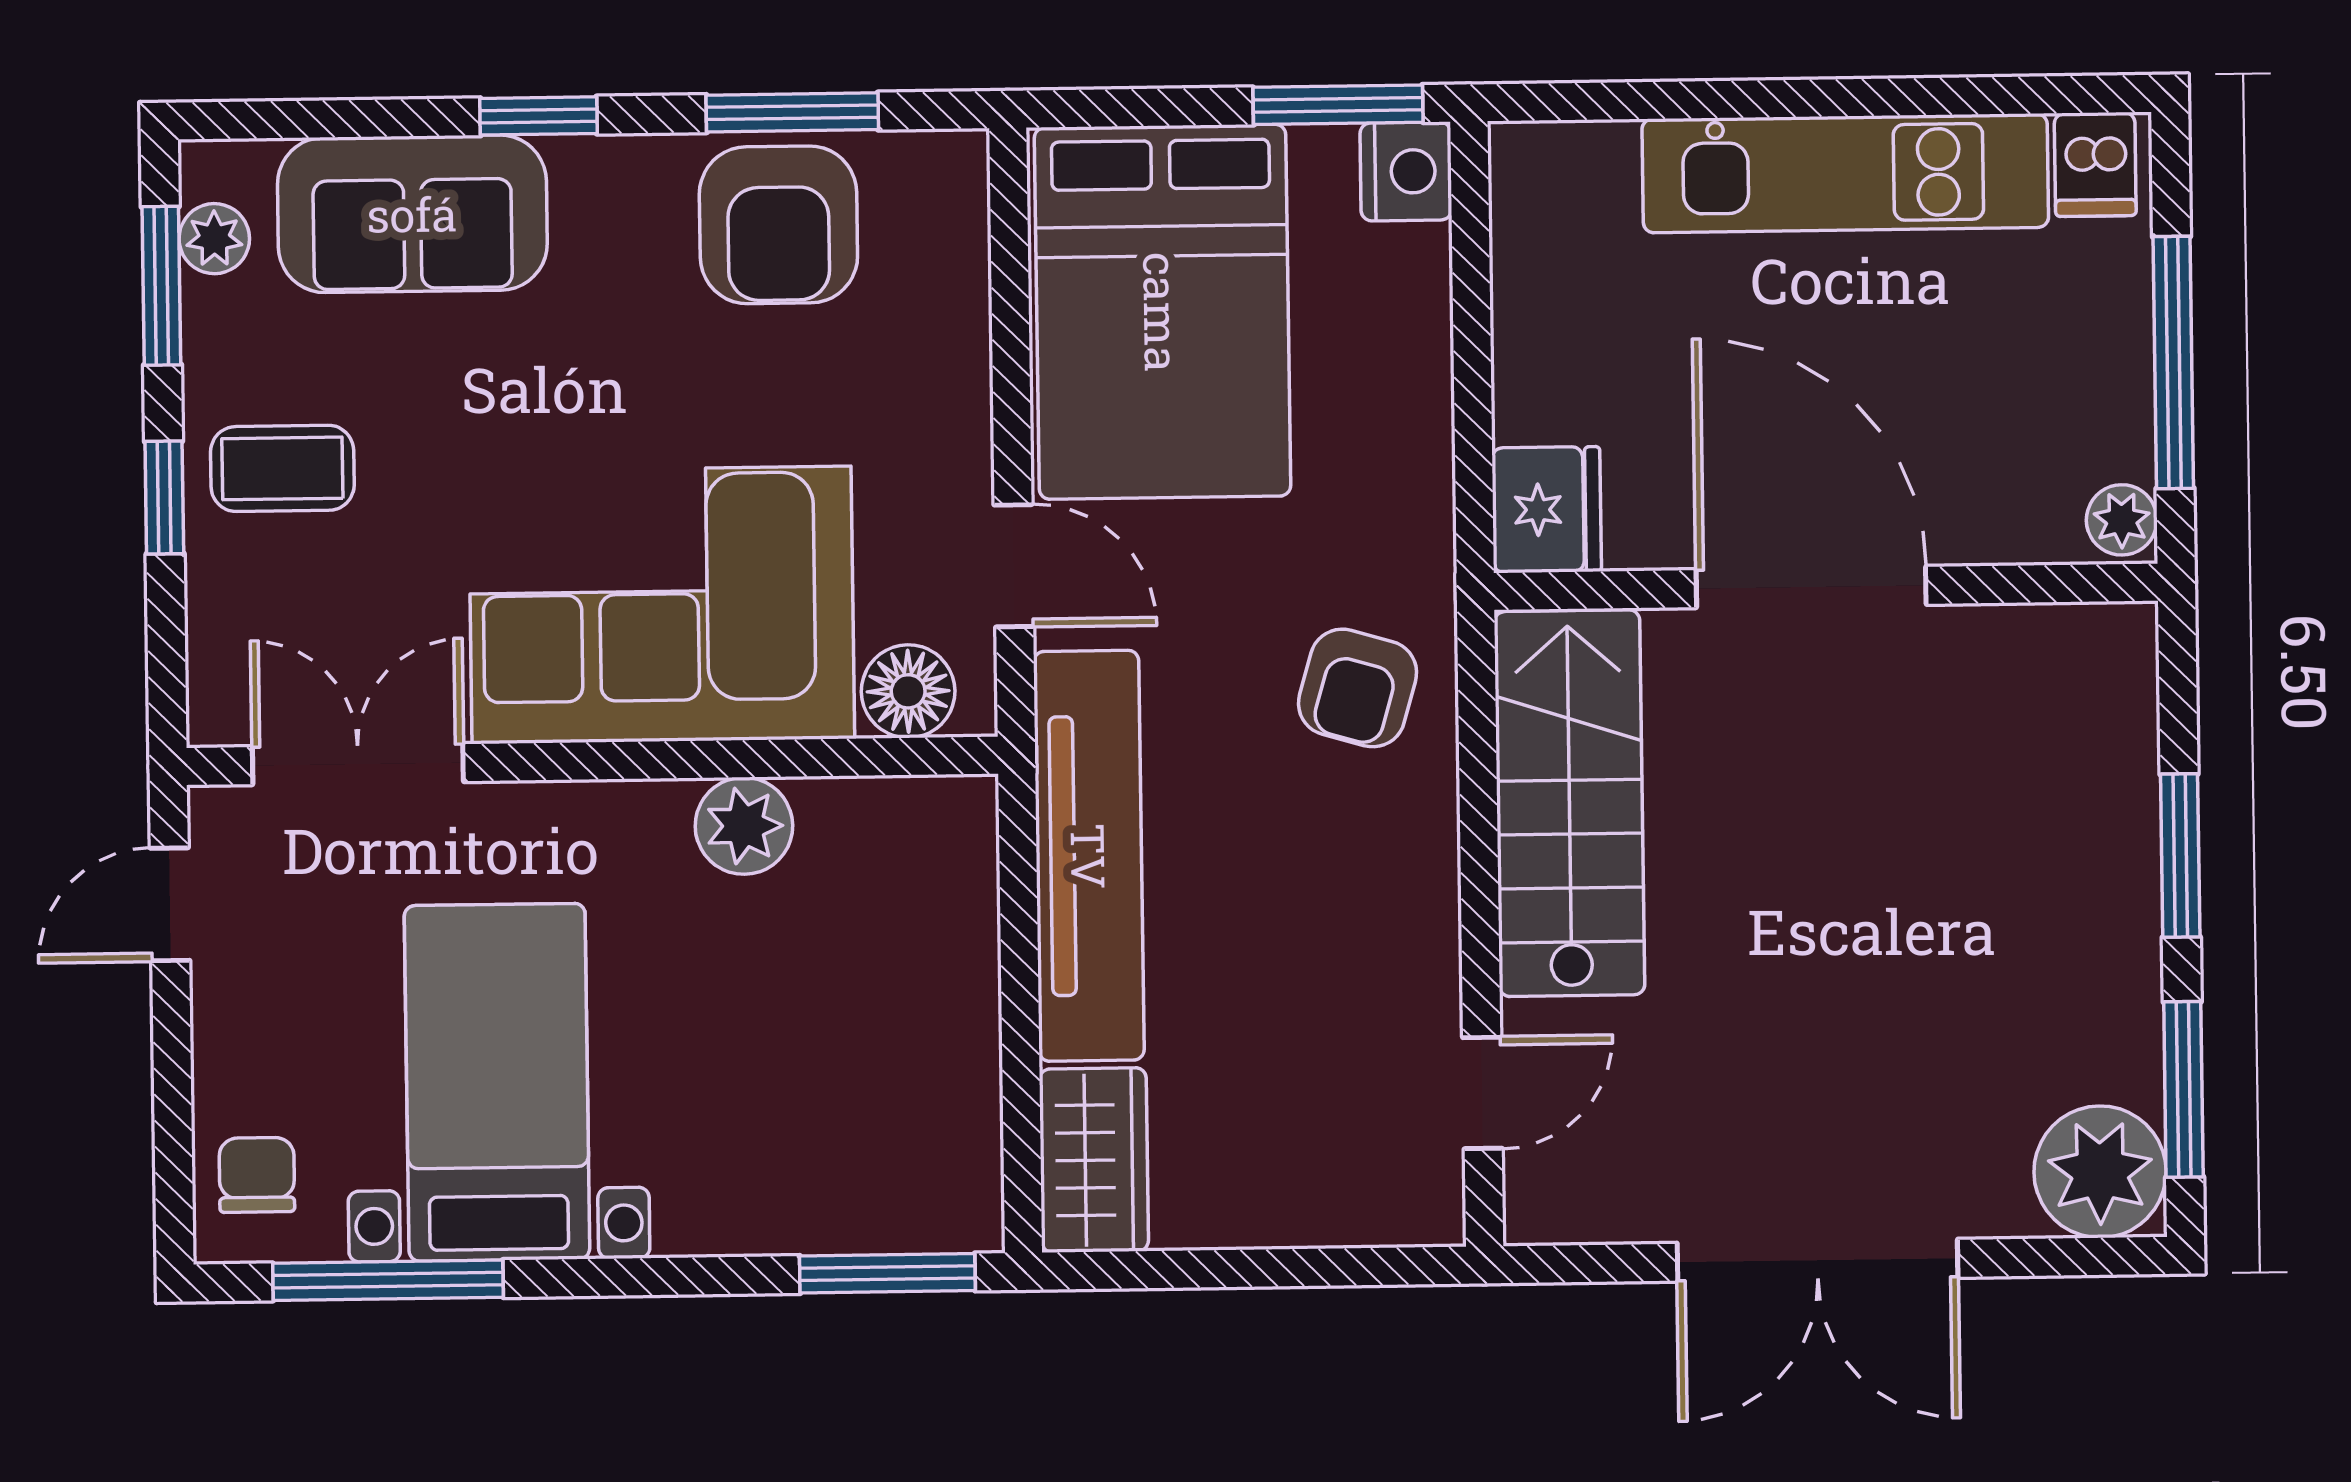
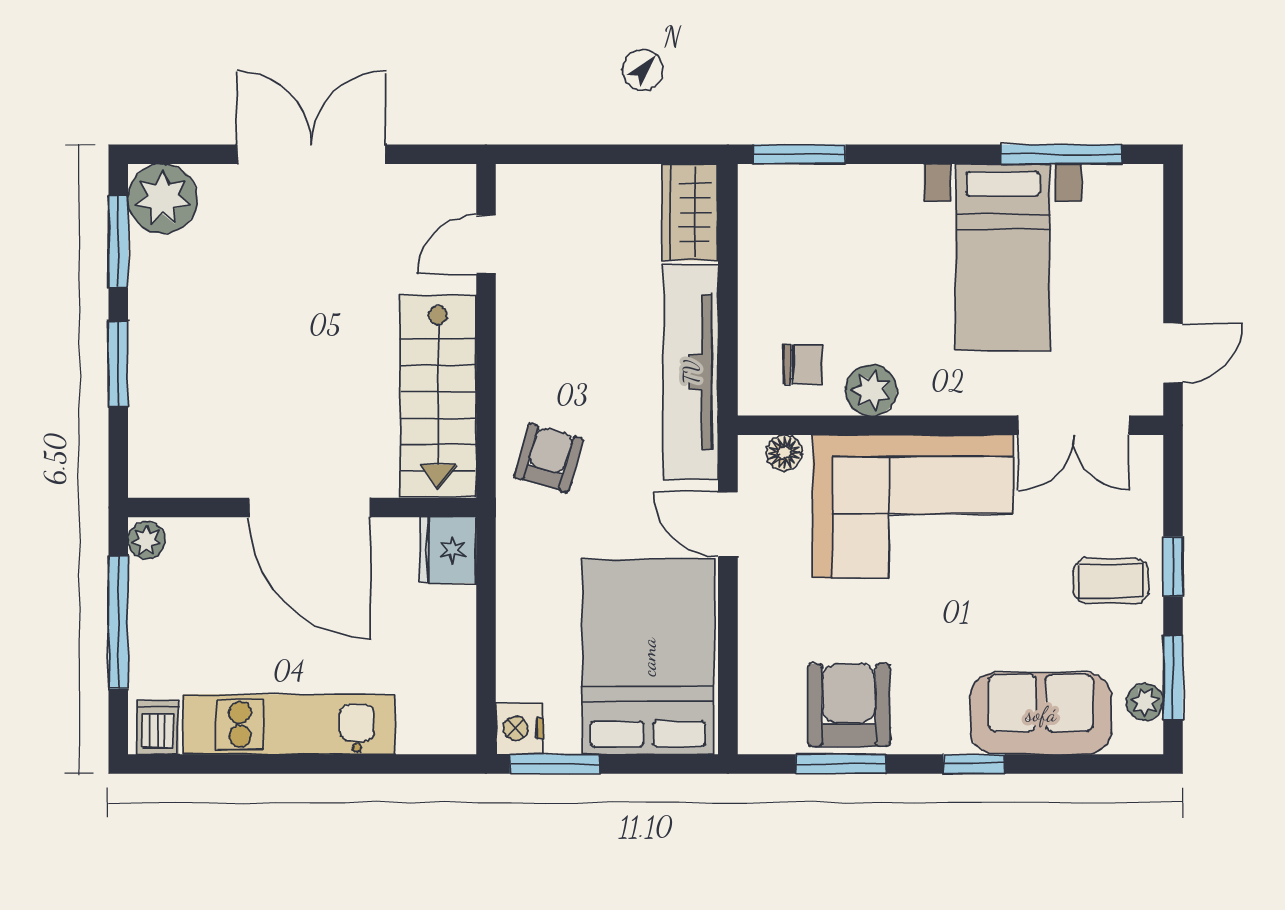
floor lamp: (908, 691) -> (784, 453), width x0.73, depth x0.73
chair: (257, 1175) -> (803, 365), moved, turned -90

